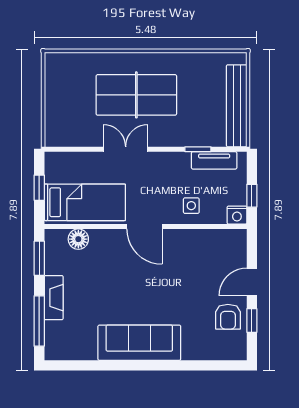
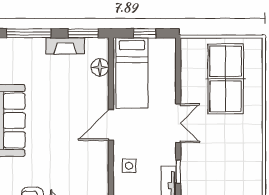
table tennis table: (136, 95) -> (226, 79), moved
double door: (126, 149) -> (178, 123), moved
fireplace: (54, 298) -> (65, 46), moved

